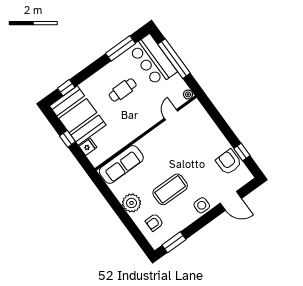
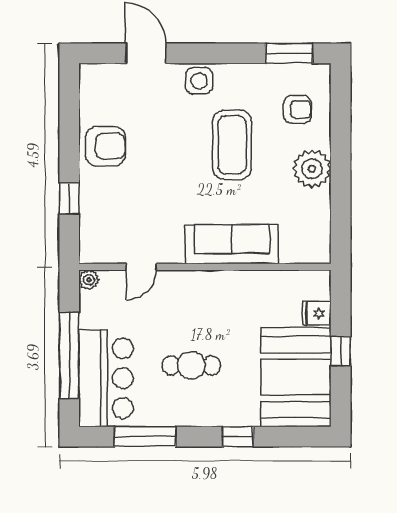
window: (66, 88) -> (238, 437), moved
window: (242, 152) -> (69, 199), moved
armchair: (229, 162) -> (105, 146), moved, turned -89
sofa: (121, 165) -> (232, 244), moved
coffee table: (170, 189) -> (232, 145), turned 90

